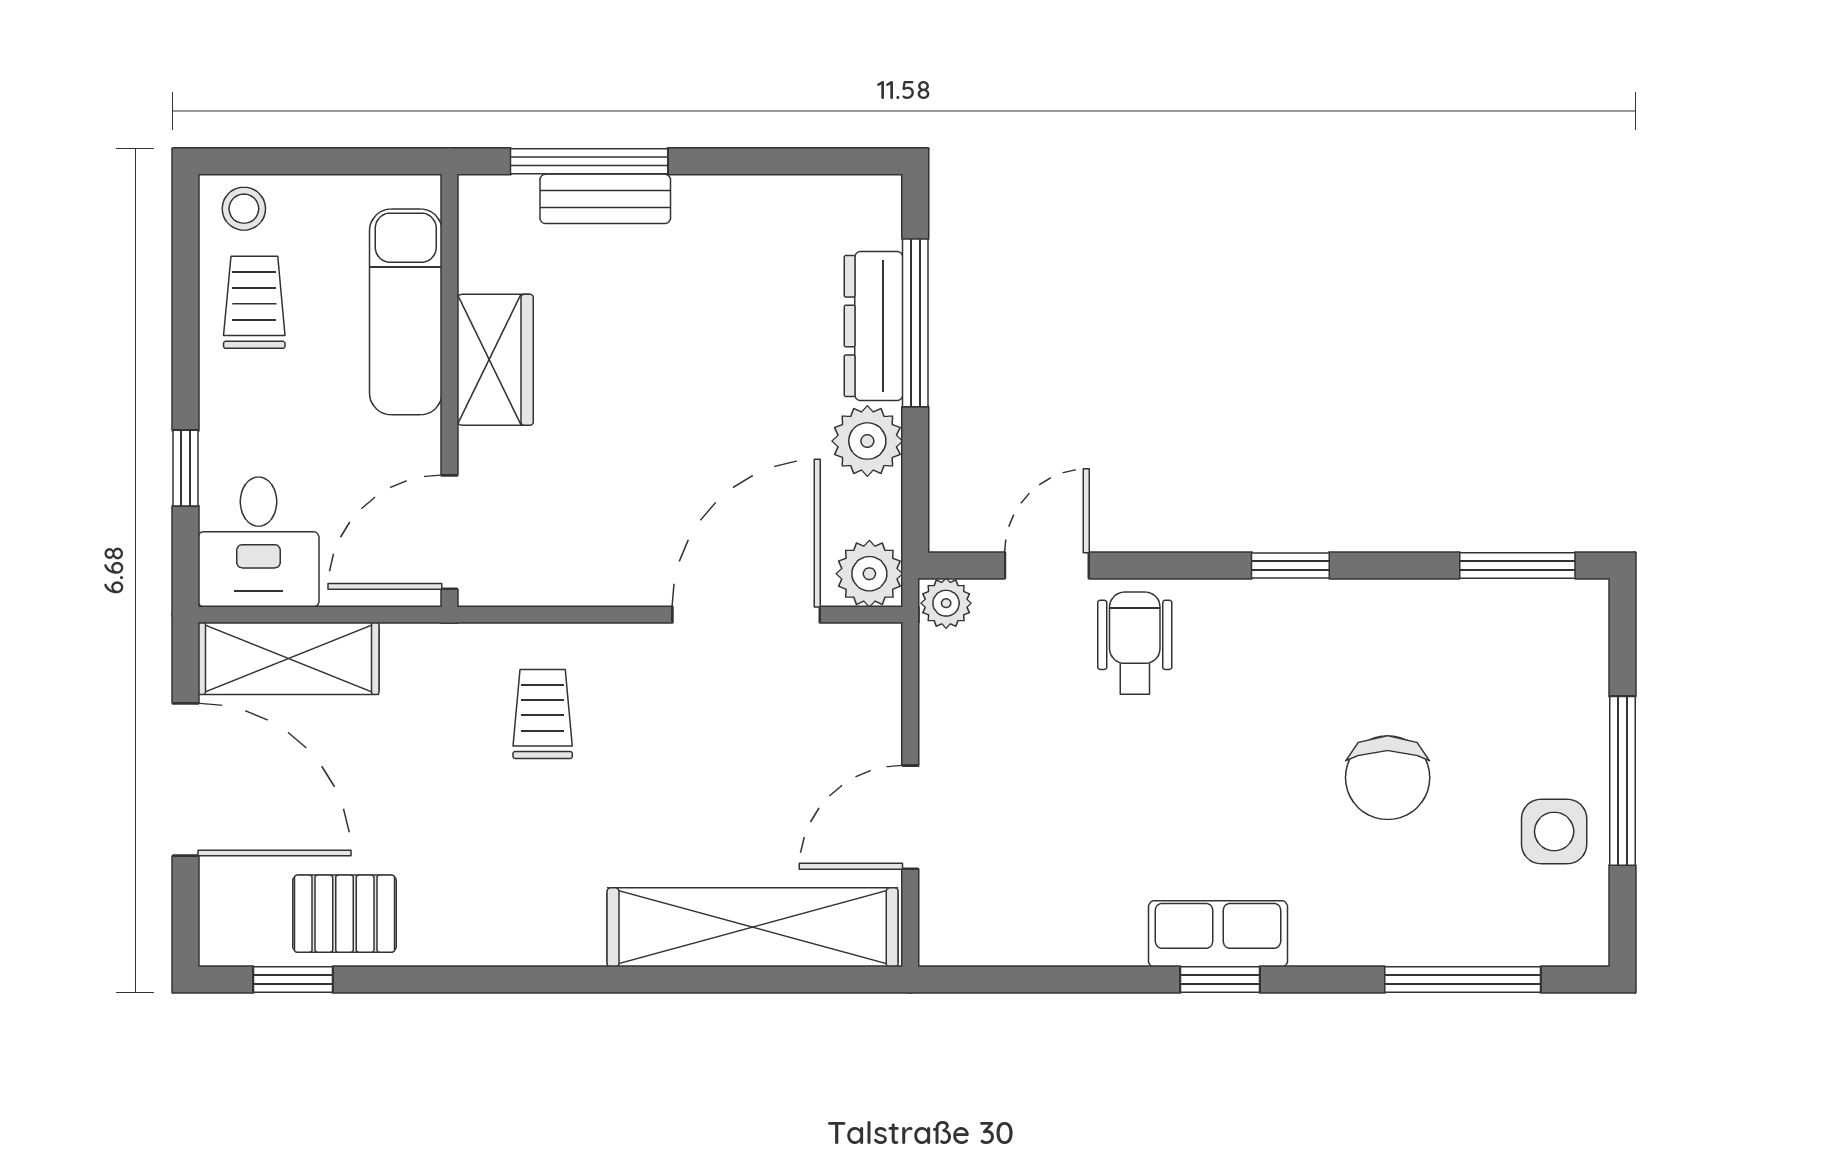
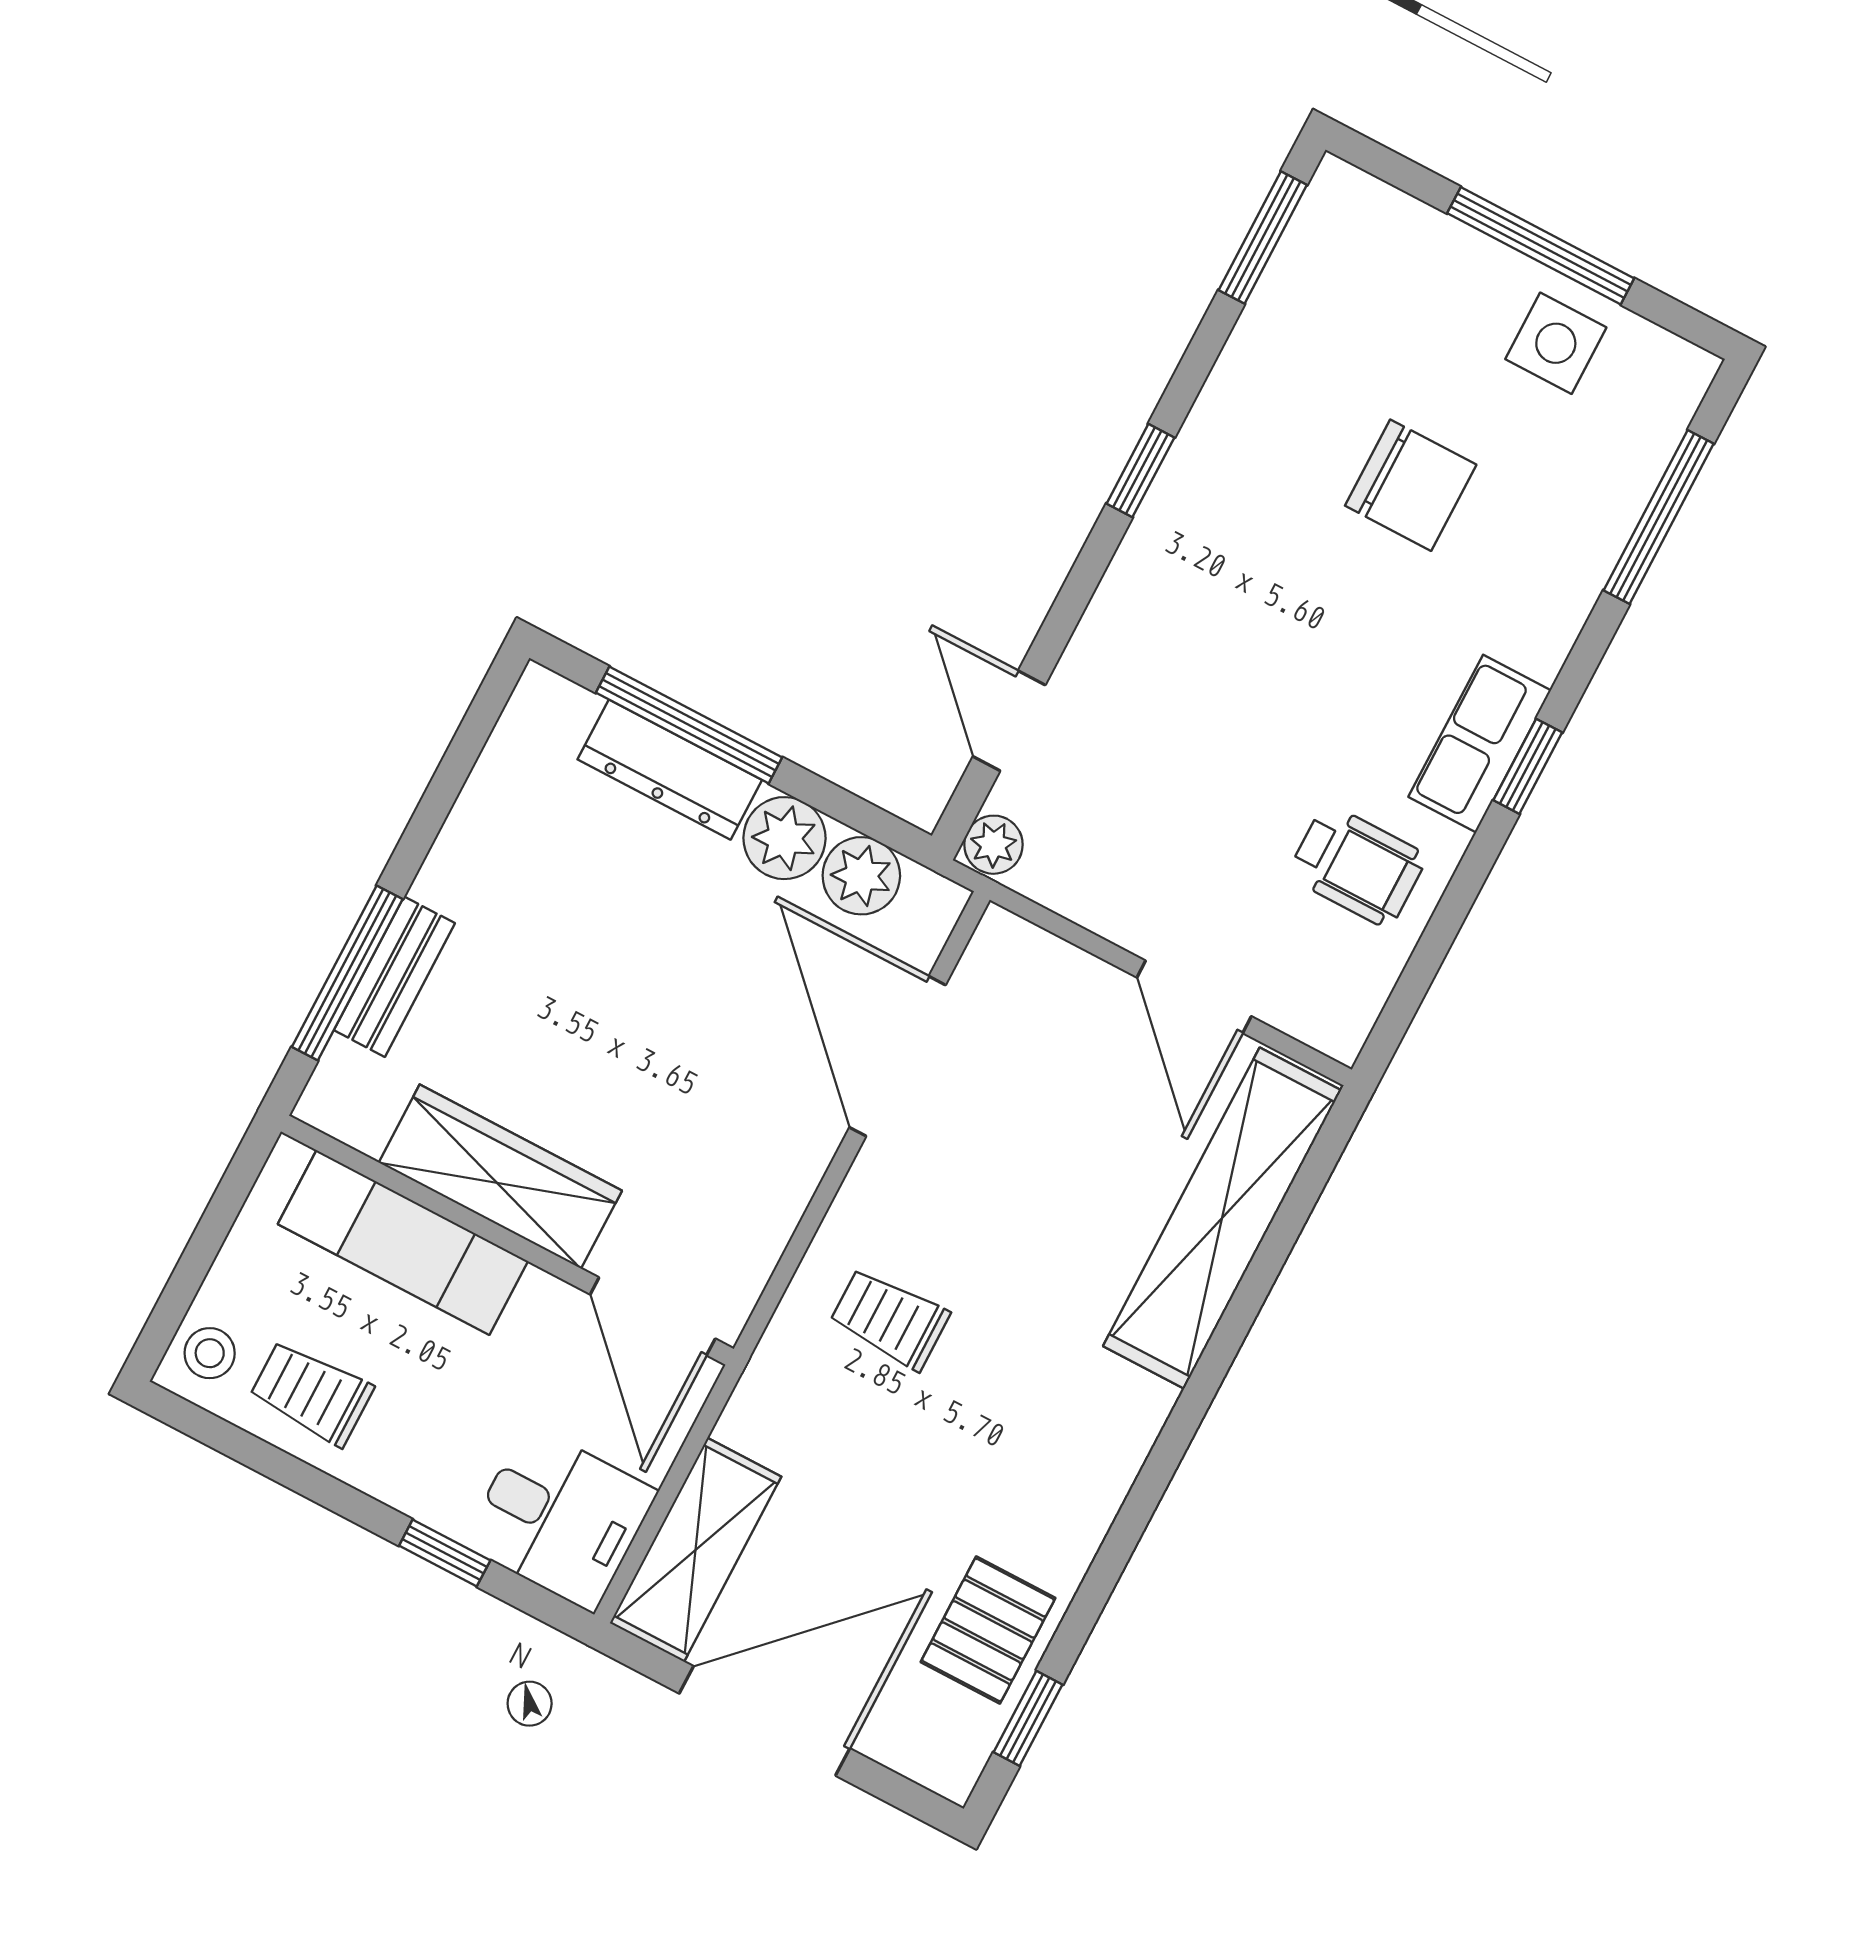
wardrobe: (495, 360) -> (500, 1177), width x1.50
plant: (869, 574) -> (861, 876), moved
wheelchair: (1135, 643) -> (1357, 866), moved, turned 180

